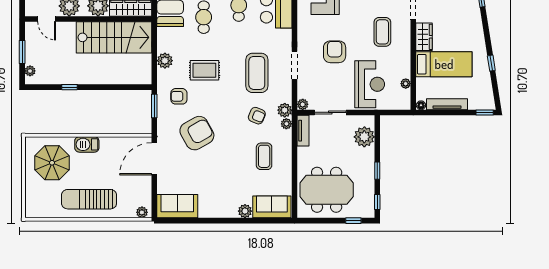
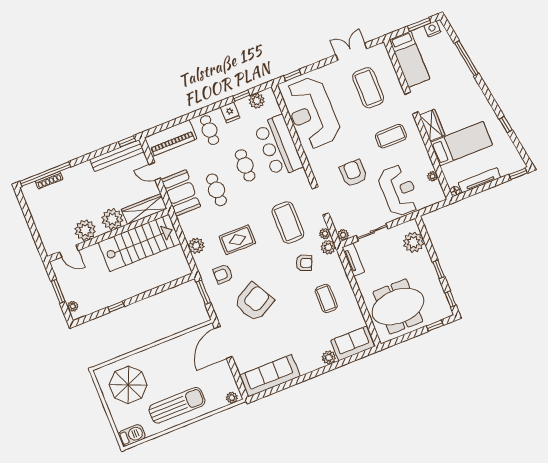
coffee table: (382, 32) -> (391, 136), turned 90
plant: (286, 124) -> (325, 234), moved
barbecue: (87, 144) -> (132, 435), moved, turned 180
sun lounger: (89, 199) -> (177, 405), turned 180
sofa: (177, 206) -> (270, 376), width x1.36

